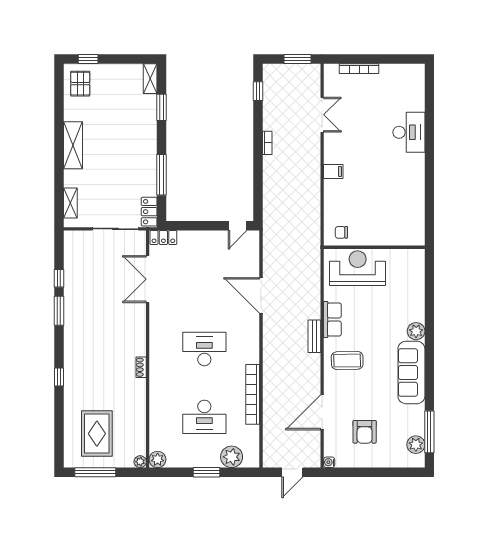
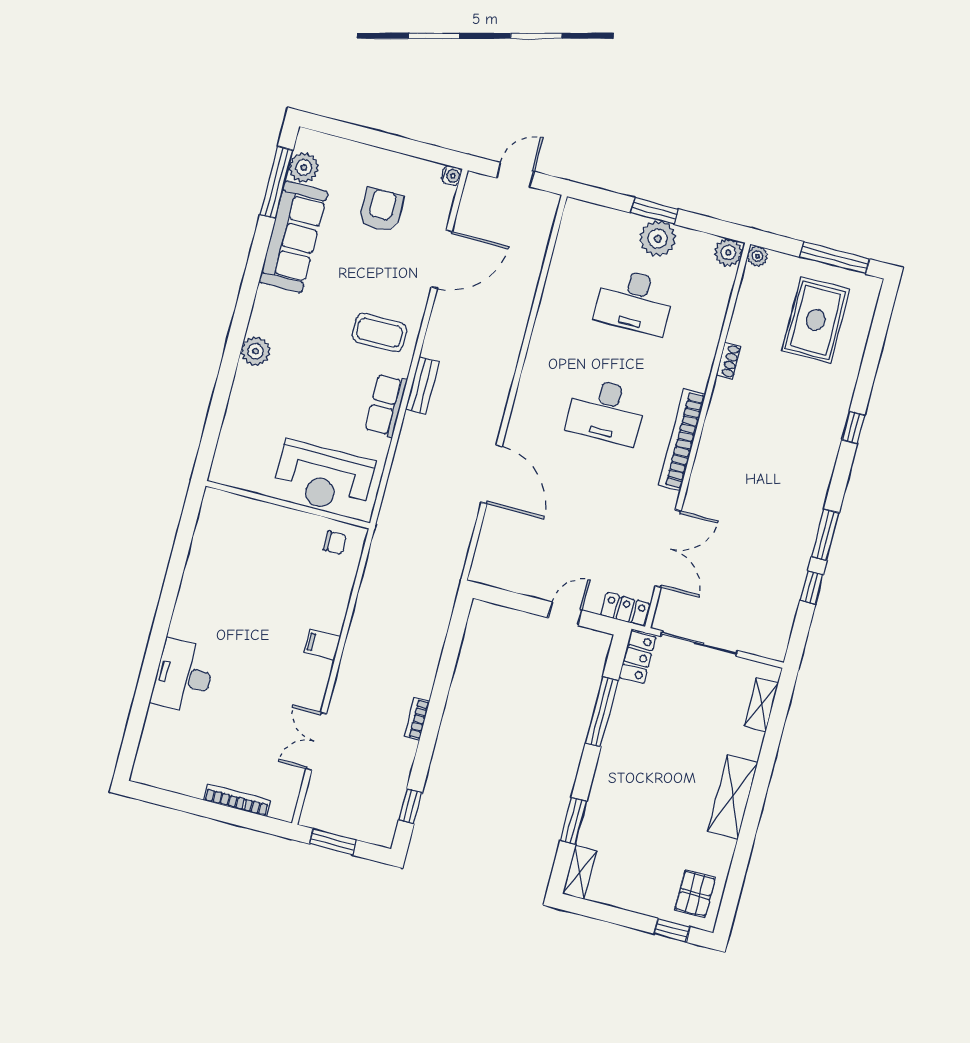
door: (238, 226) -> (565, 614), moved
shoe rack: (141, 367) -> (729, 361), moved
sofa: (411, 372) -> (293, 237), moved
bookcase: (253, 394) -> (682, 440), moved, turned 180
desk: (204, 417) -> (635, 302), turned 180
plant: (232, 457) -> (658, 239), moved

